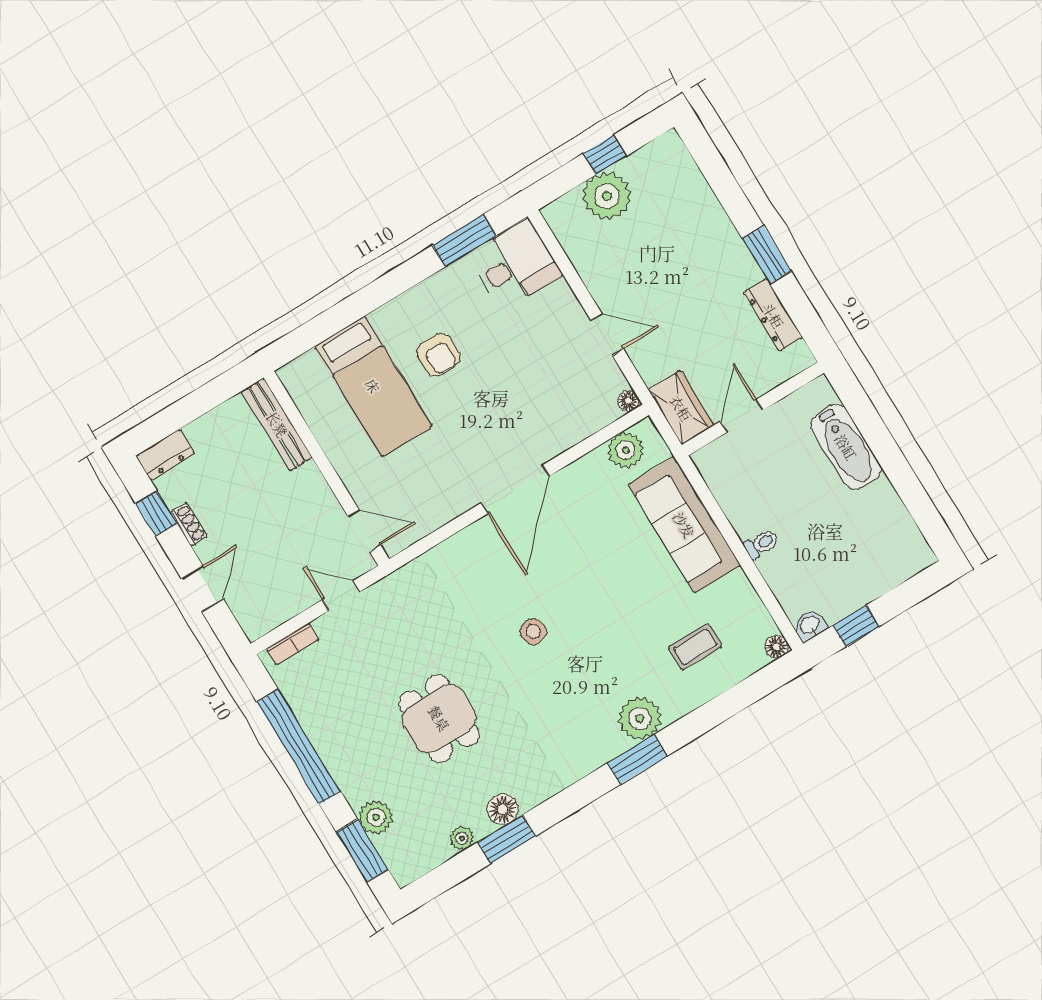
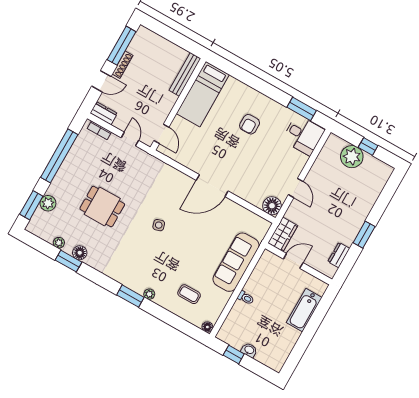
dresser: (773, 315) -> (339, 255), width x0.70
bed: (373, 386) -> (203, 94), moved
floor lamp: (628, 401) -> (272, 206), width x1.89, depth x1.89
plant: (626, 450) -> (253, 222), removed
dresser: (165, 455) -> (104, 113), moved, turned 180
window: (156, 514) -> (122, 46), width x2.17
shoe rack: (189, 524) -> (123, 65), width x1.43
washbasin: (810, 625) -> (249, 350), moved
dining table: (439, 718) -> (102, 206), turned 90
plant: (640, 719) -> (149, 294), width x0.53, depth x0.53

